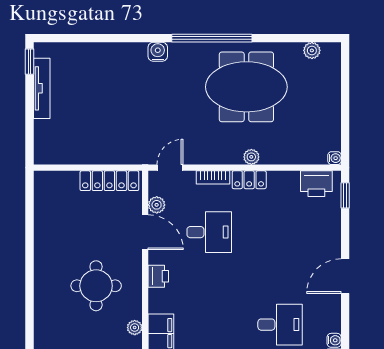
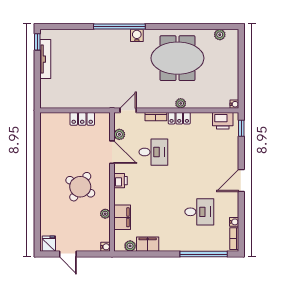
window: (212, 38) -> (119, 27), moved
water cooler: (158, 52) -> (137, 35), moved
locker: (109, 181) -> (82, 119), width x0.66
round table: (96, 286) -> (80, 187), turned 32

